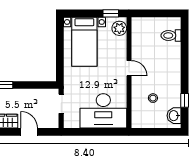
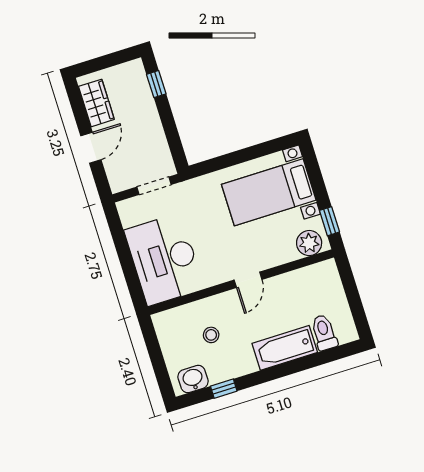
bathtub: (173, 60) -> (285, 348), added

